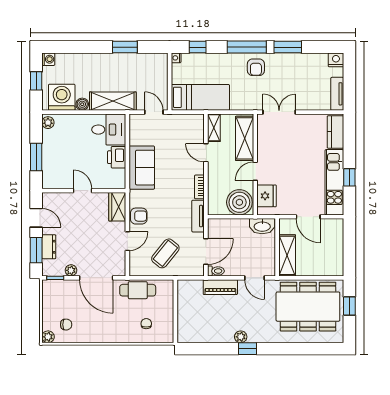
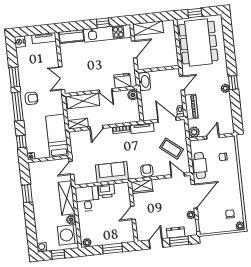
boiler: (239, 202) -> (133, 95), width x0.54, depth x0.54
door: (127, 241) -> (178, 175), moved
shelving: (287, 255) -> (148, 28), moved
plant: (185, 287) -> (194, 132), added
door: (175, 312) -> (213, 137), added

